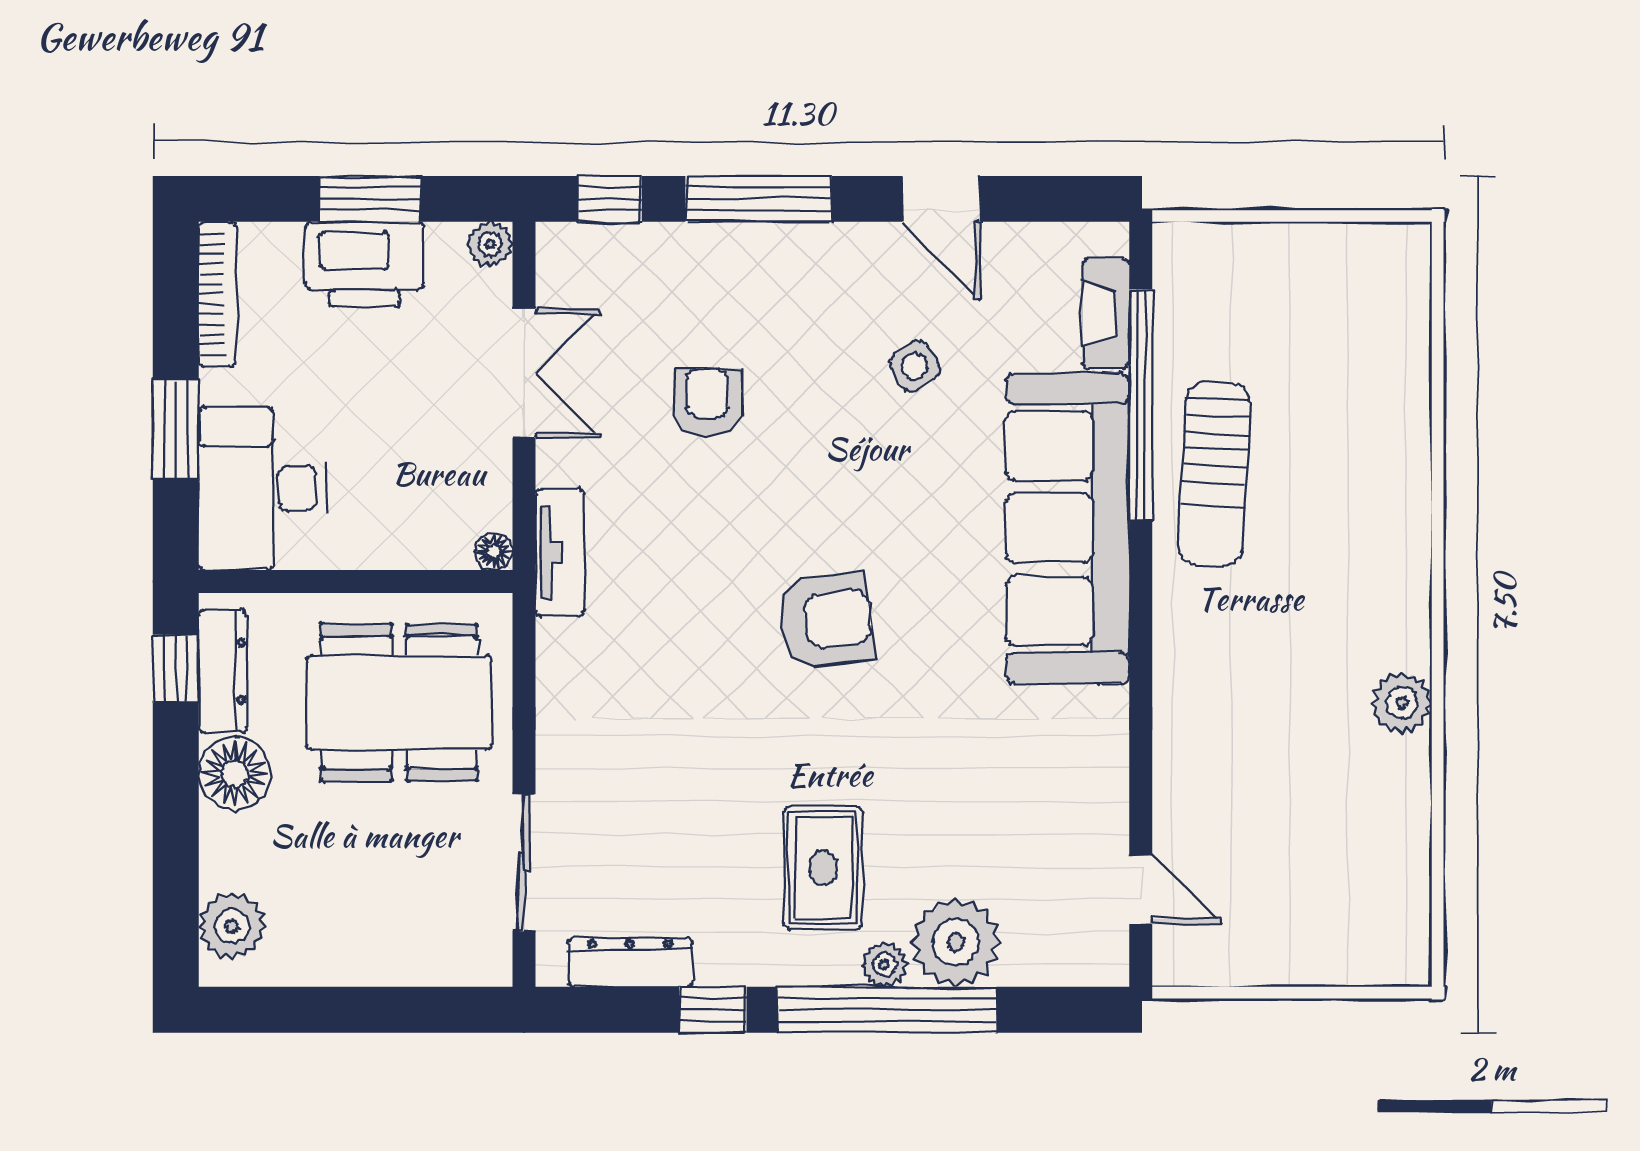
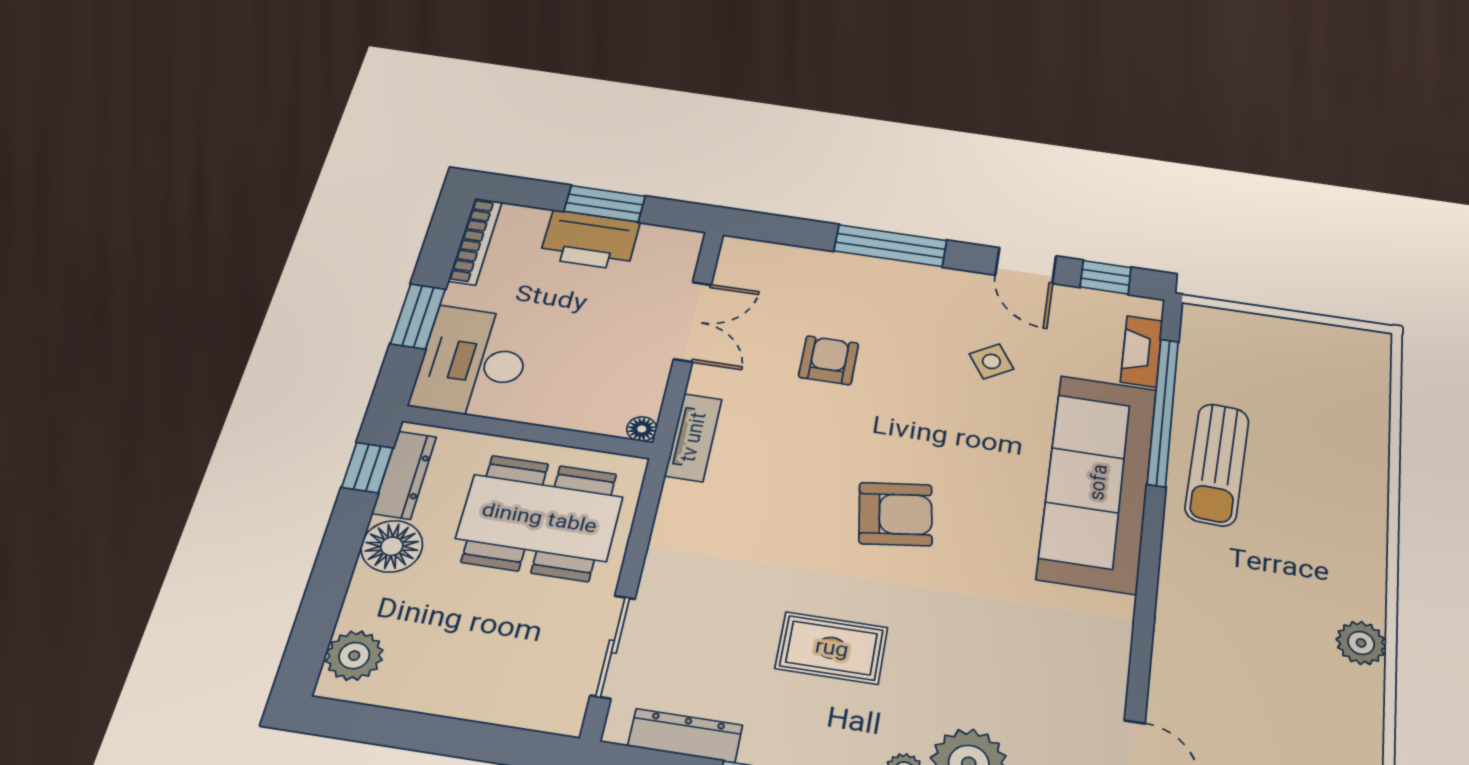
window: (610, 199) -> (1106, 277), moved
plant: (490, 244) -> (686, 242), removed
rug: (823, 868) -> (832, 648), moved, turned 90

